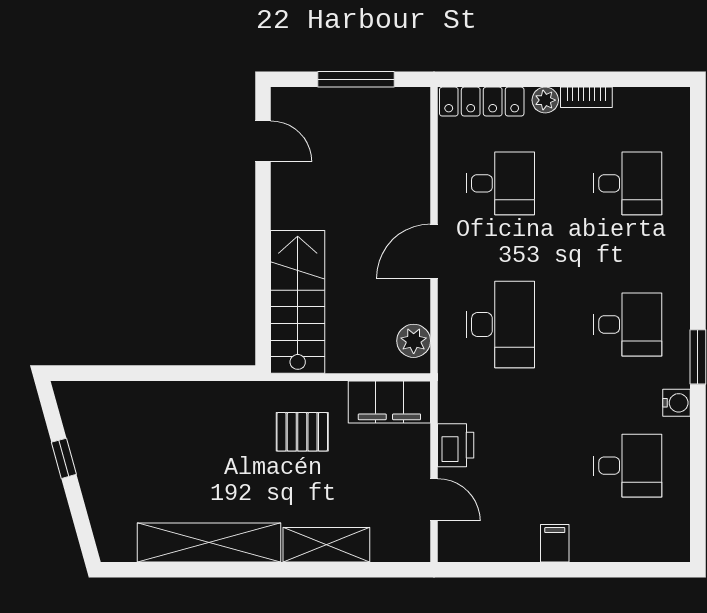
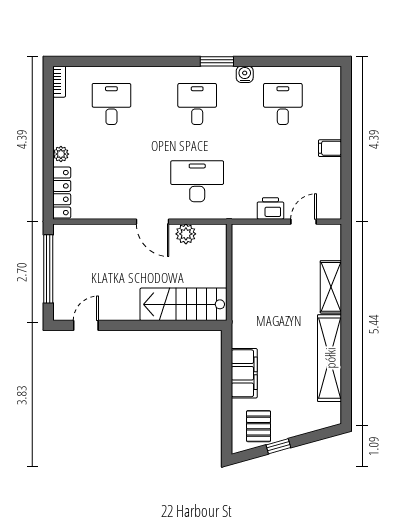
window: (356, 79) -> (48, 269), width x1.46
bookcase: (586, 97) -> (59, 82), moved
desk: (500, 183) -> (111, 181), removed
plant: (414, 341) -> (186, 234), moved
filing cabinet: (389, 402) -> (244, 373), moved
pallet: (302, 432) -> (259, 426), moved

